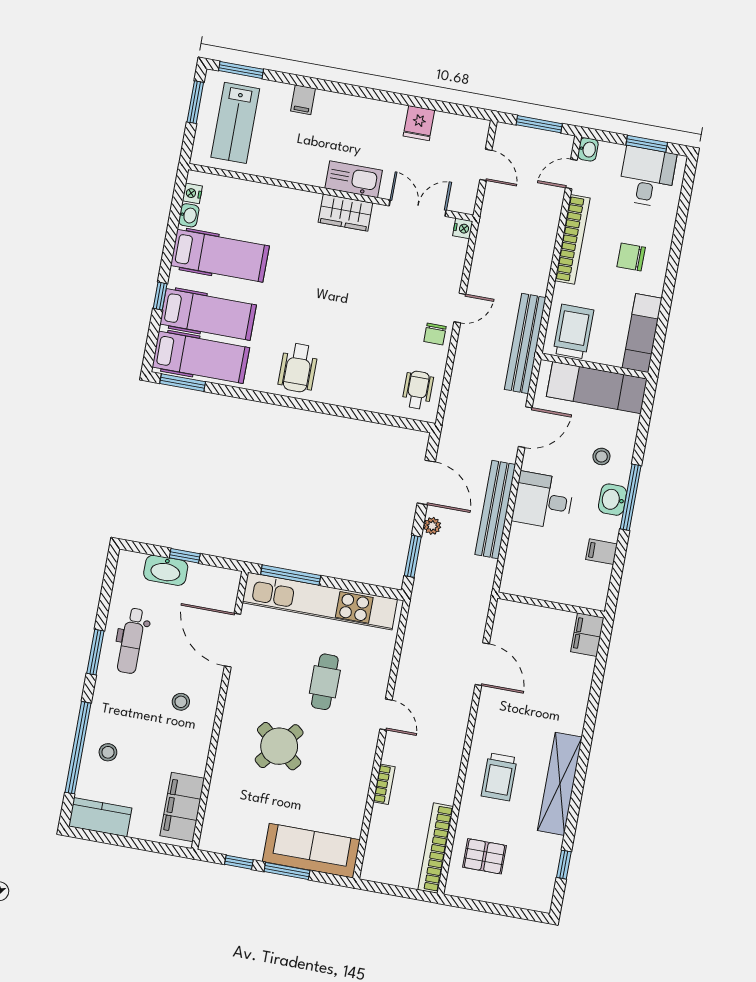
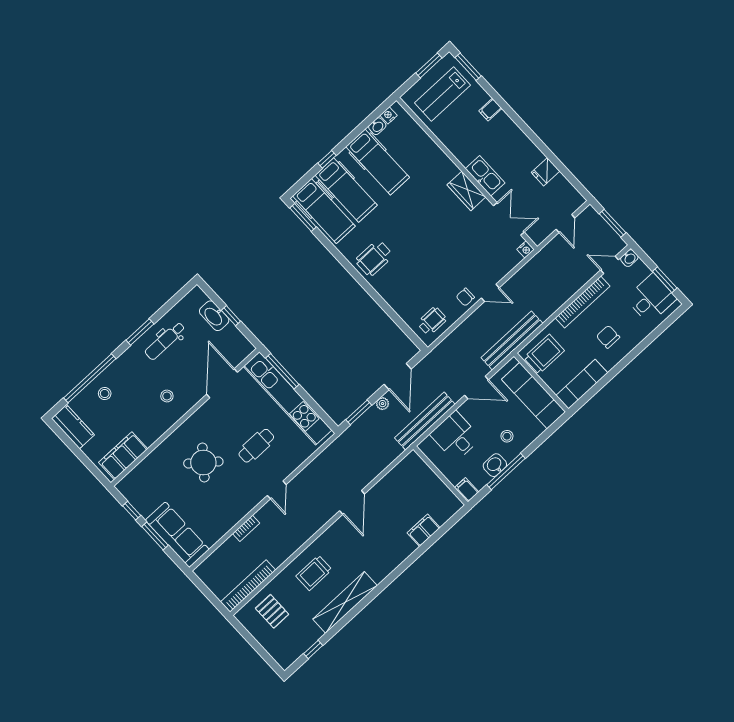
wall: (551, 605) -> (440, 476), moved

